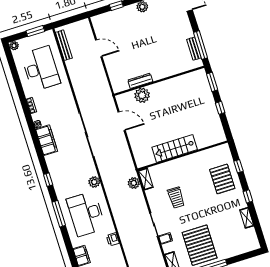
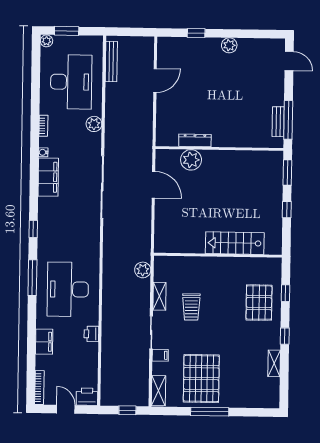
window: (35, 31) -> (67, 31), moved
door: (99, 48) -> (155, 80), hinge flipped
stairs: (175, 148) -> (235, 243), moved
shelving: (146, 179) -> (159, 296), moved
plant: (94, 182) -> (94, 124), moved

